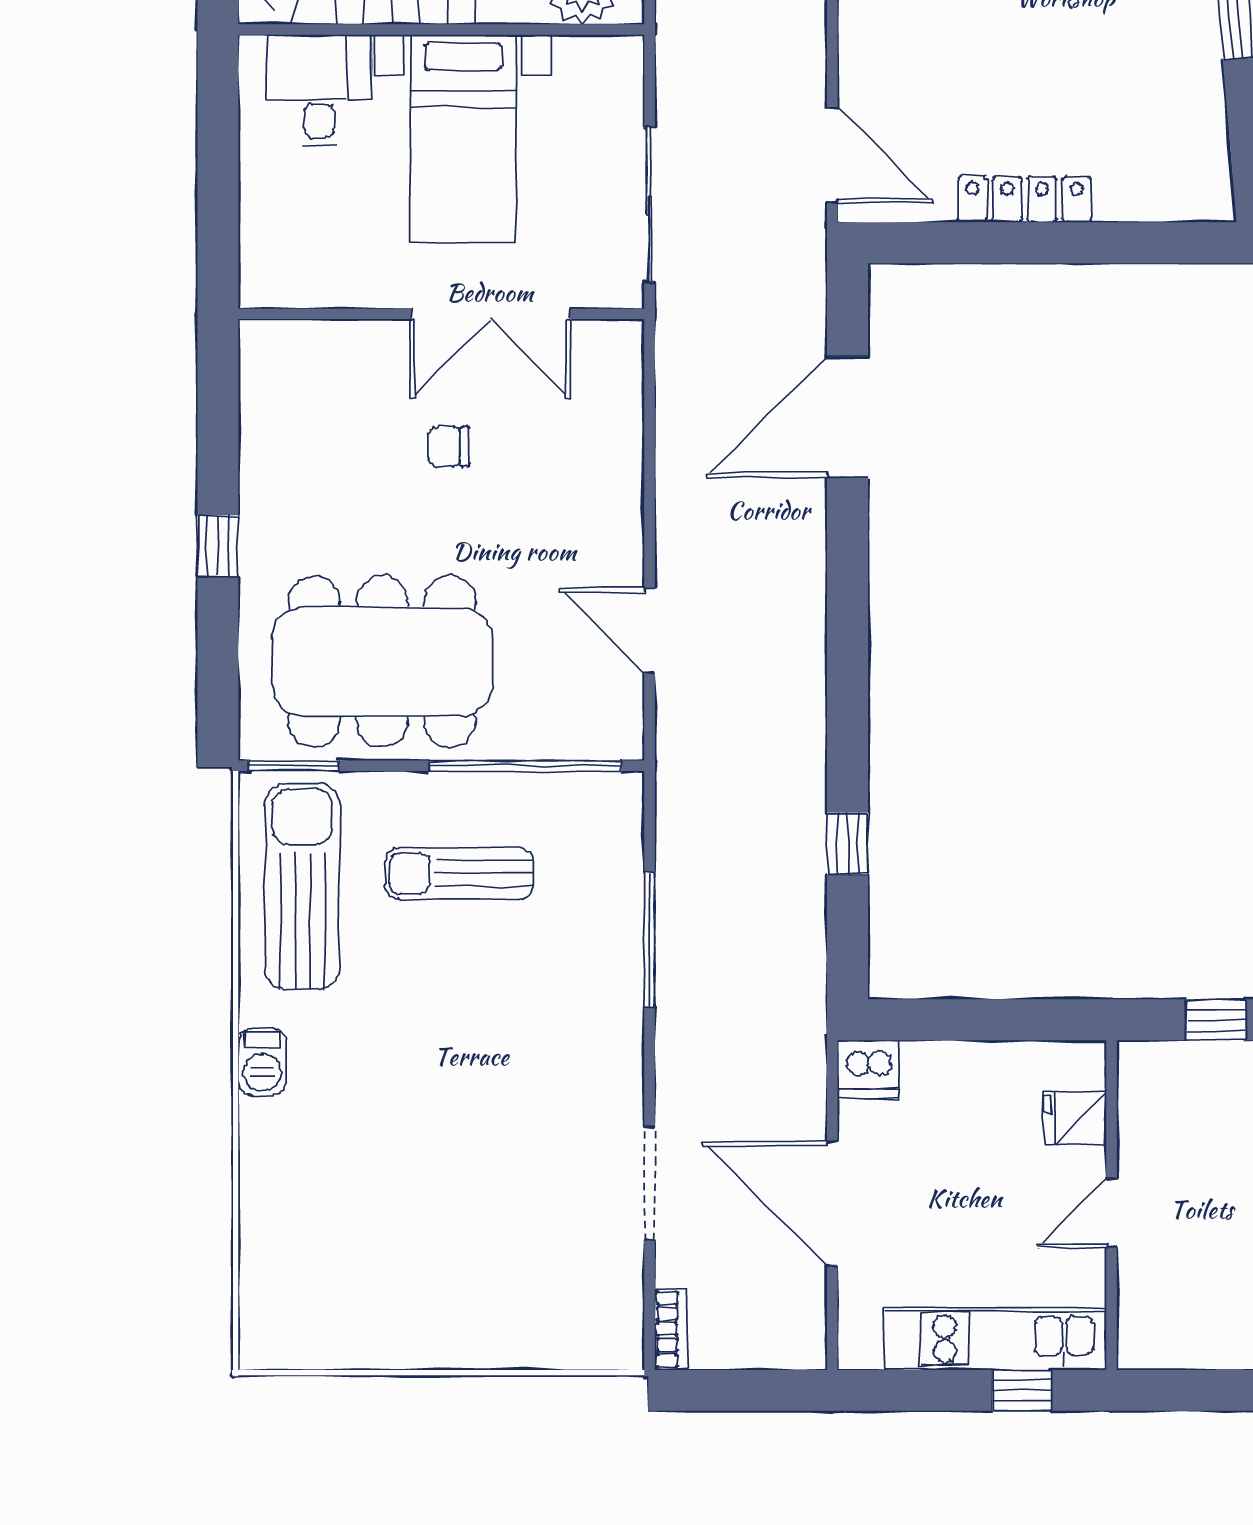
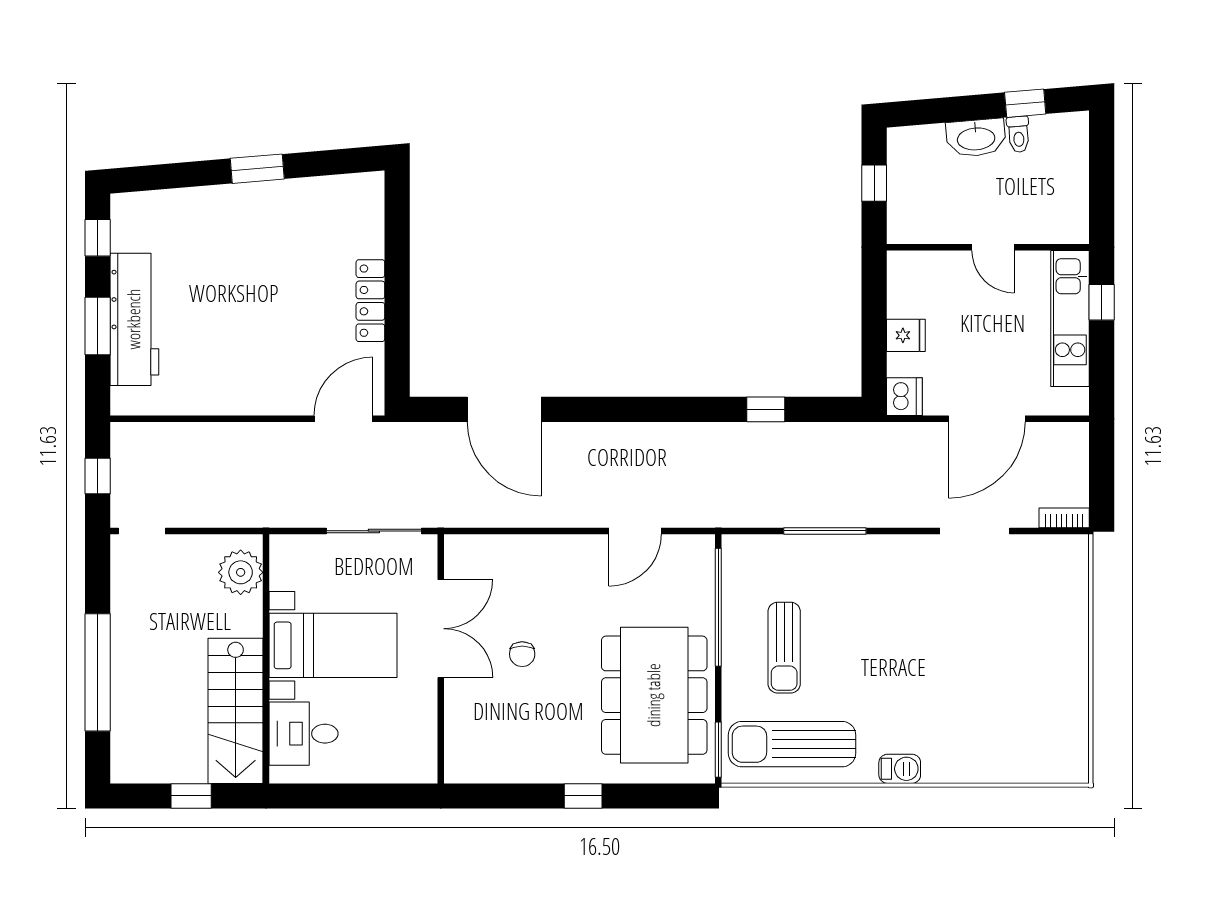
fridge: (1075, 1118) -> (906, 335), moved, turned -90

